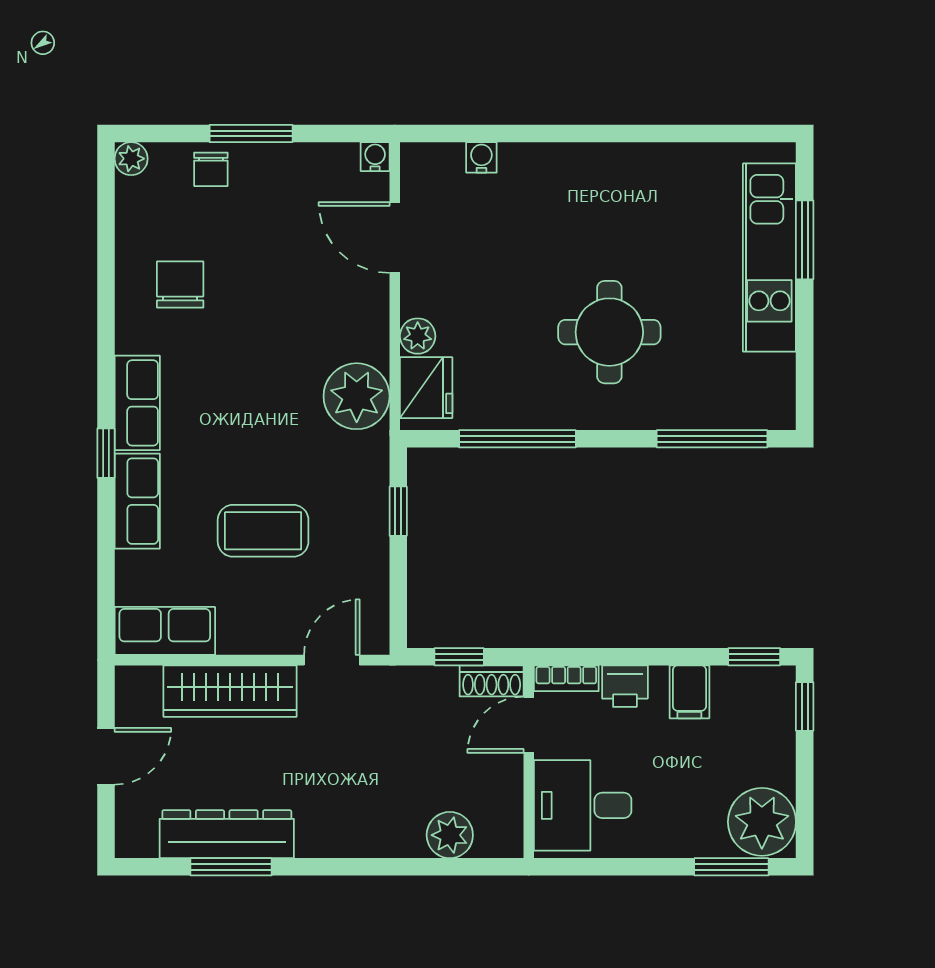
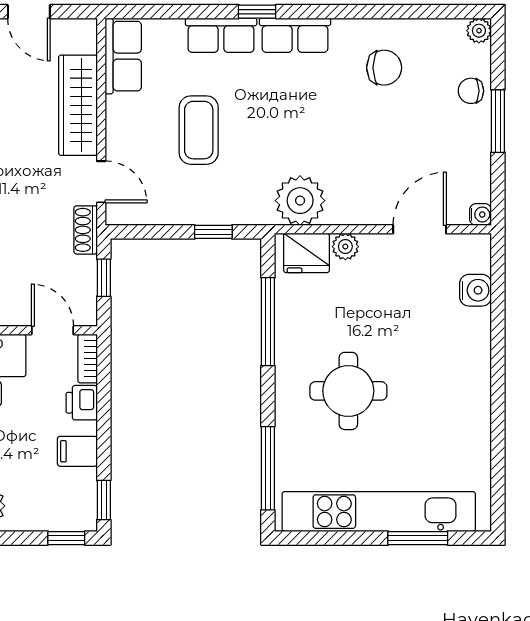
water cooler: (481, 157) -> (475, 290), width x1.38, depth x1.38
kitchen unit: (769, 258) -> (379, 512), width x1.36
shoe rack: (492, 681) -> (86, 230), moved

